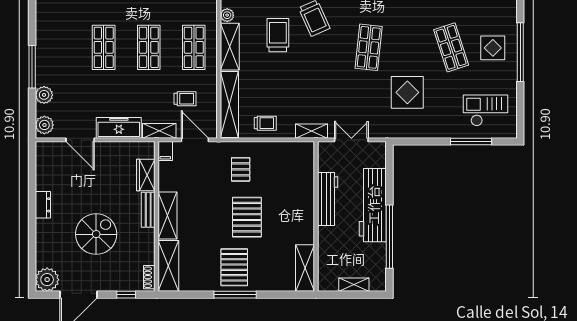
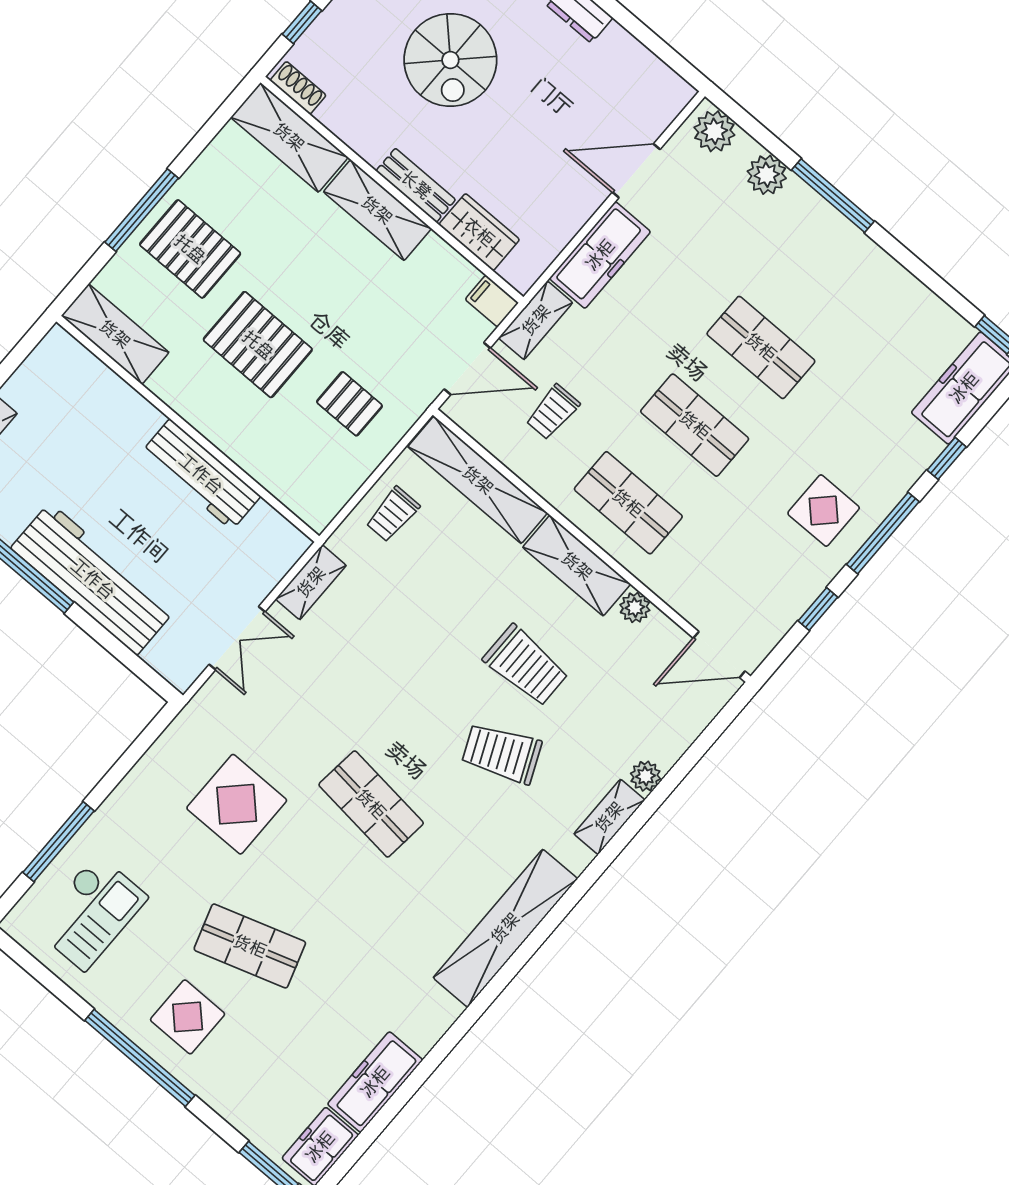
workbench: (328, 199) -> (201, 474), moved
wall: (316, 216) -> (188, 429), moved
shelving: (305, 268) -> (115, 334), moved

